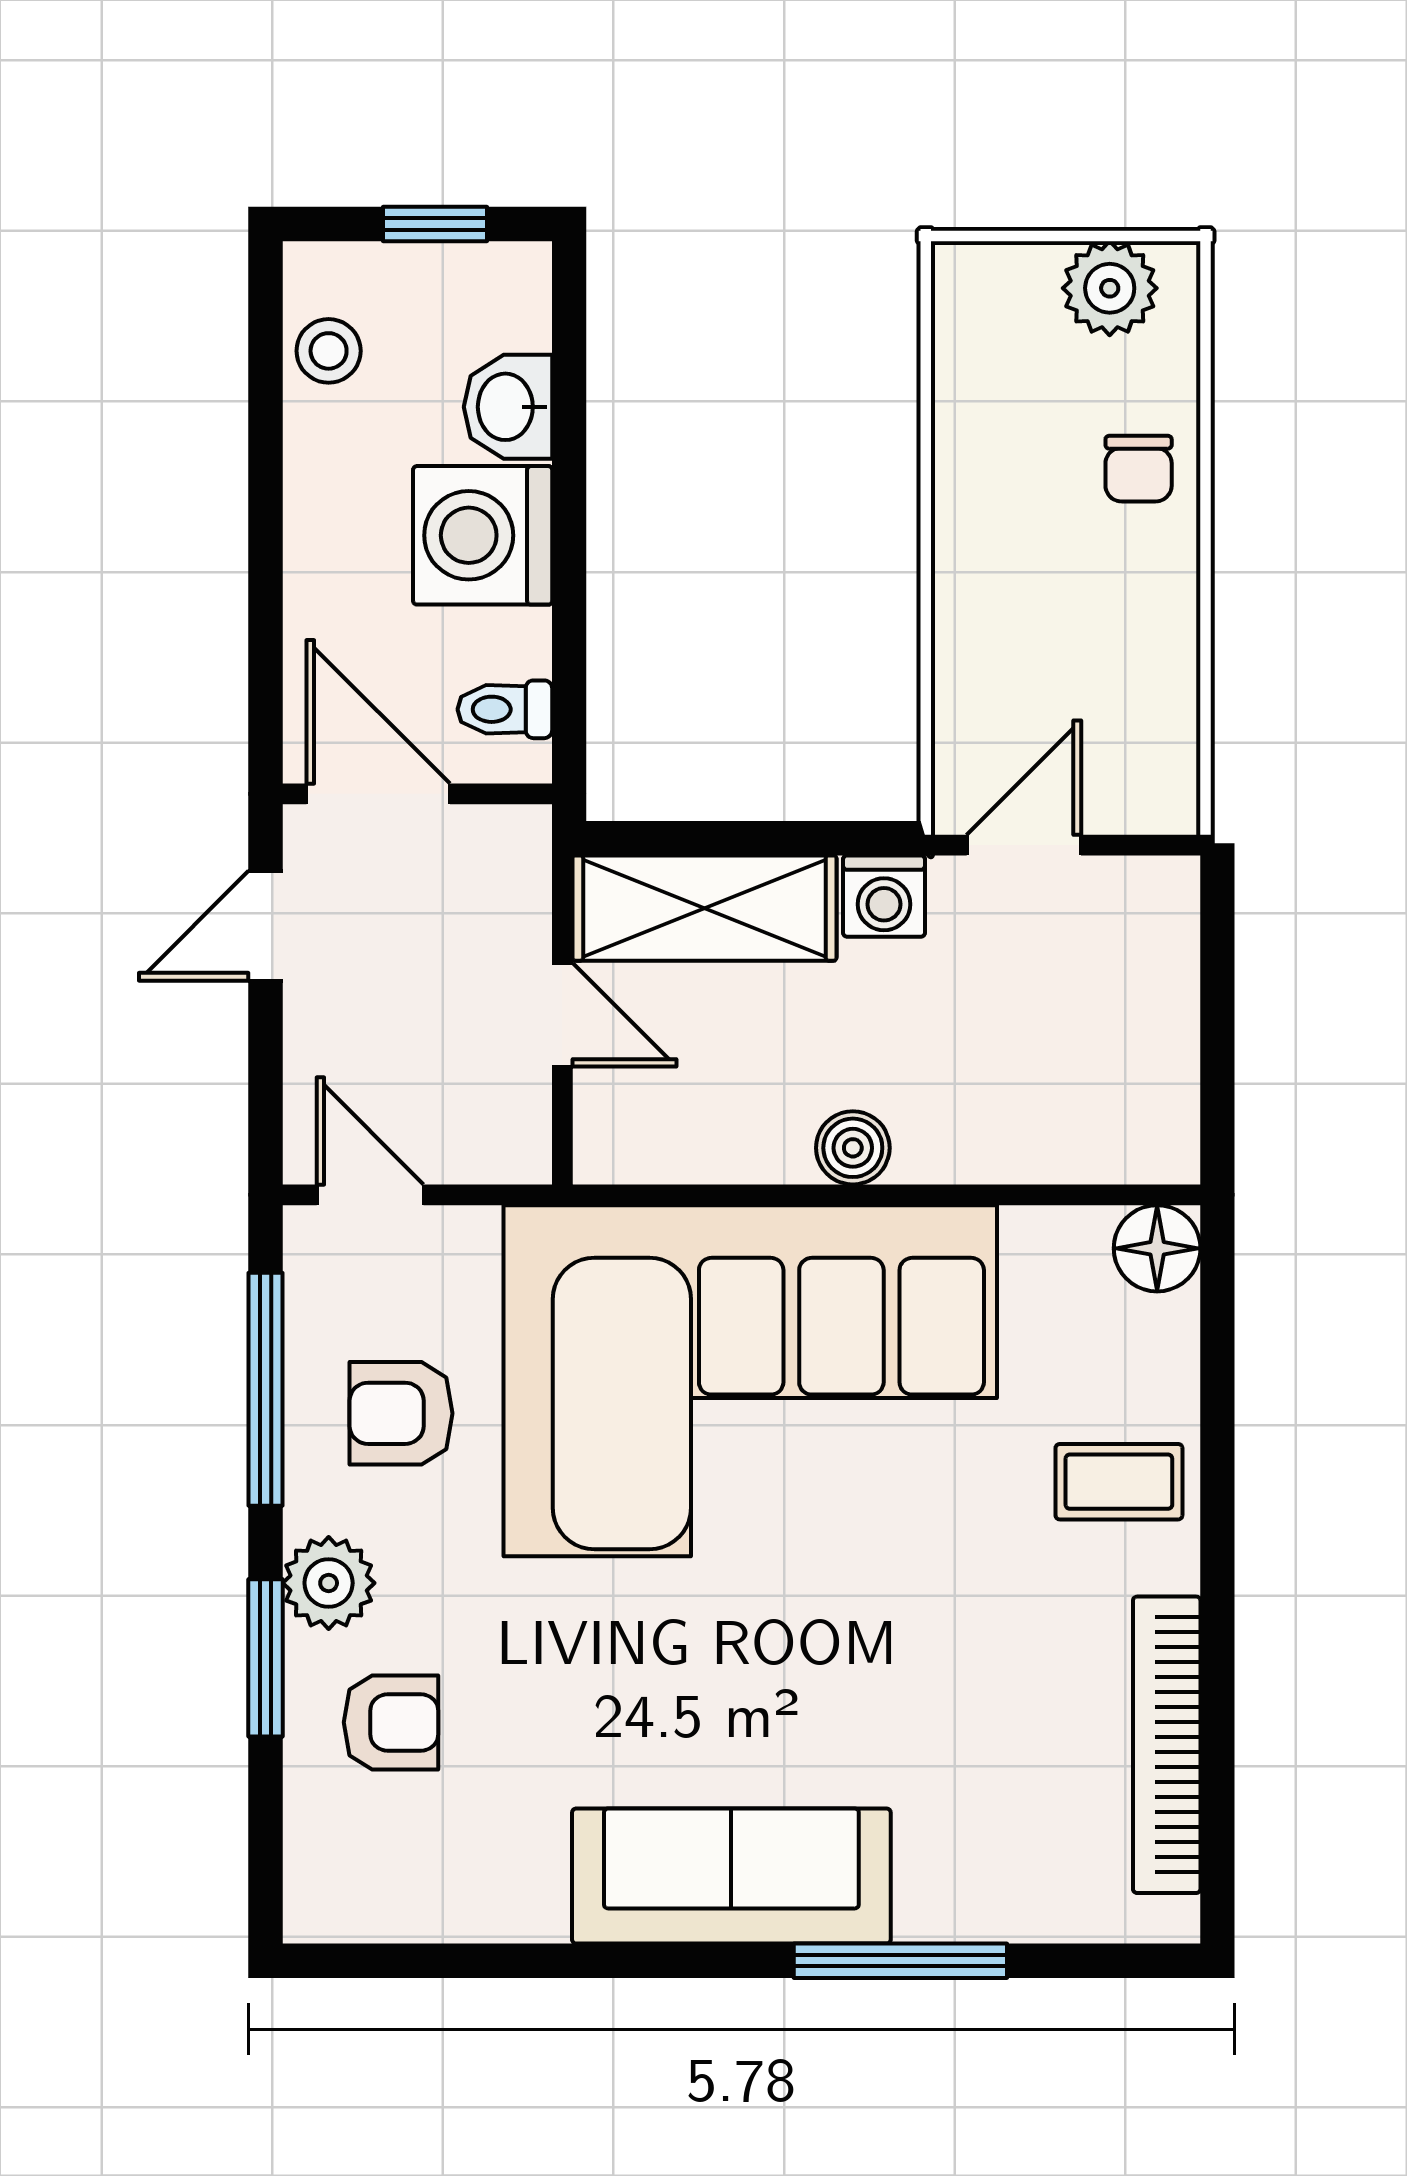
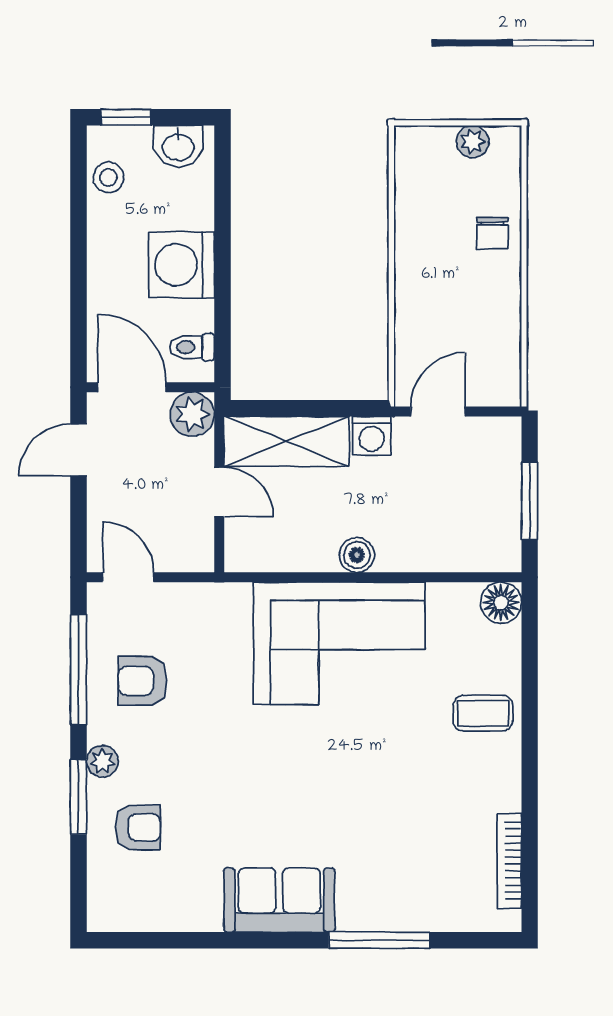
window: (435, 224) -> (126, 117), moved
plant: (1110, 288) -> (473, 142), width x0.73, depth x0.73
washbasin: (508, 407) -> (178, 146), moved, turned -90
plant: (505, 851) -> (192, 414), added
window: (1217, 1033) -> (530, 501), added
corner sofa: (750, 1381) -> (339, 643), width x0.73, depth x0.74
plant: (329, 1583) -> (102, 761), width x0.73, depth x0.73
bookcase: (1167, 1745) -> (509, 861), width x0.68, depth x0.76
sofa: (731, 1876) -> (279, 900), width x0.73

